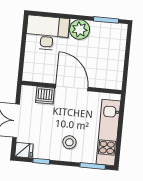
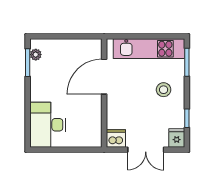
plant: (80, 30) -> (36, 55), moved, width x0.53, depth x0.53
door: (72, 88) -> (104, 77), moved
dishwasher: (45, 95) -> (116, 138), moved, turned -90

